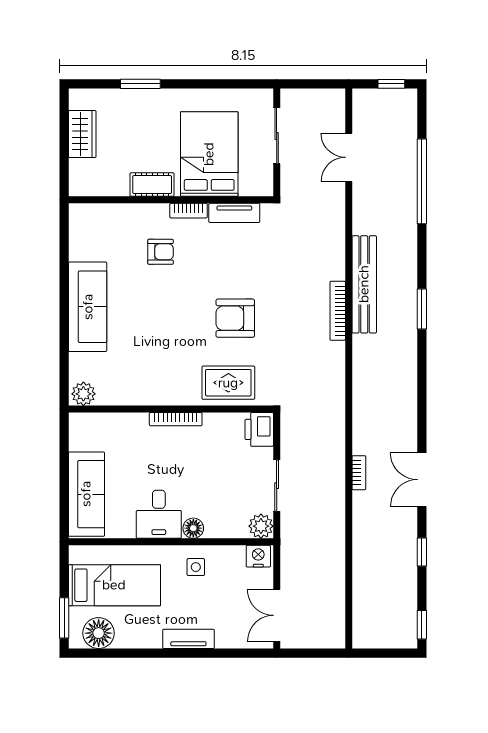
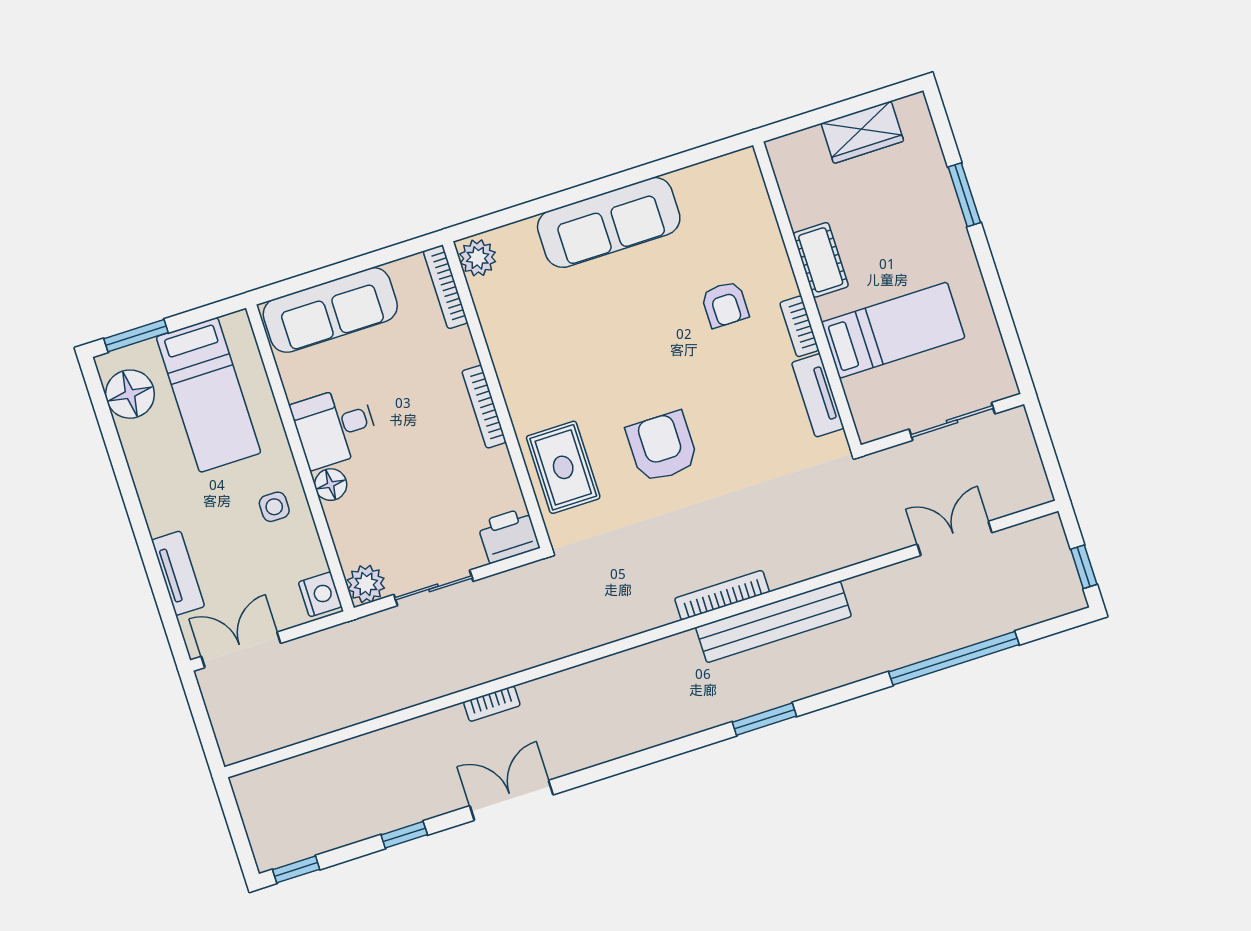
bed: (209, 154) -> (893, 330), width x0.67
bookcase: (95, 419) -> (446, 287), added
tv unit: (188, 639) -> (178, 573), moved

